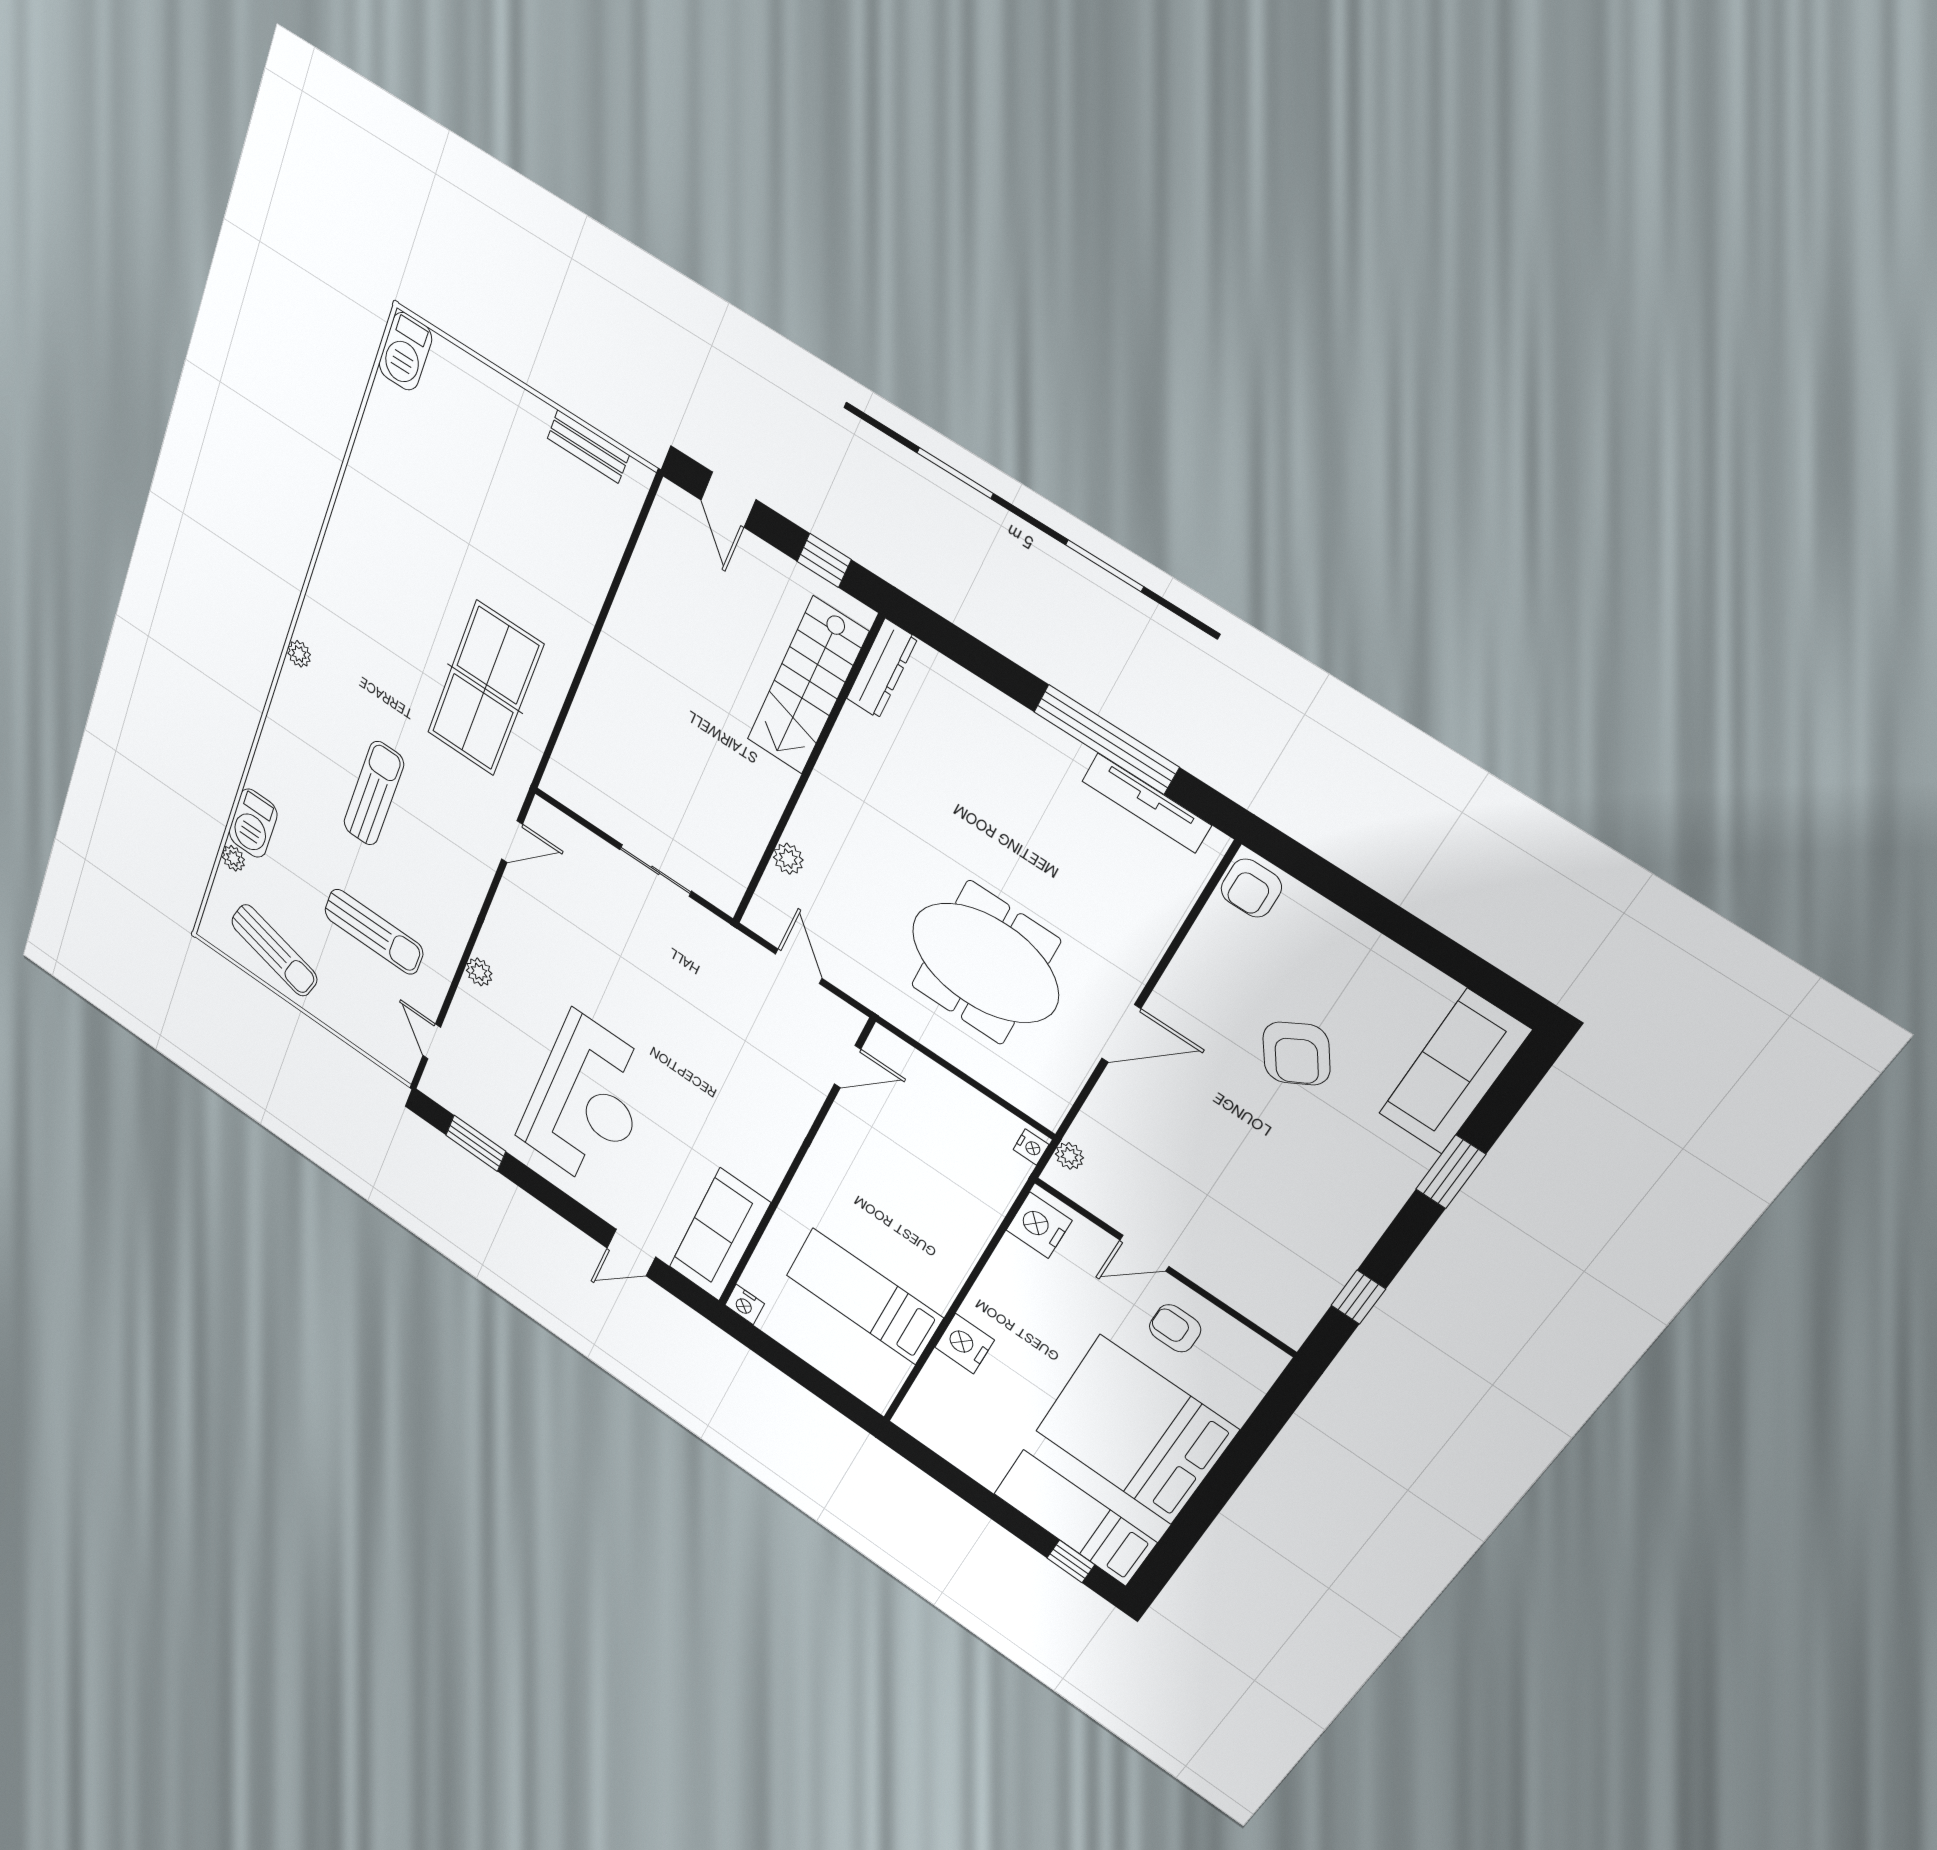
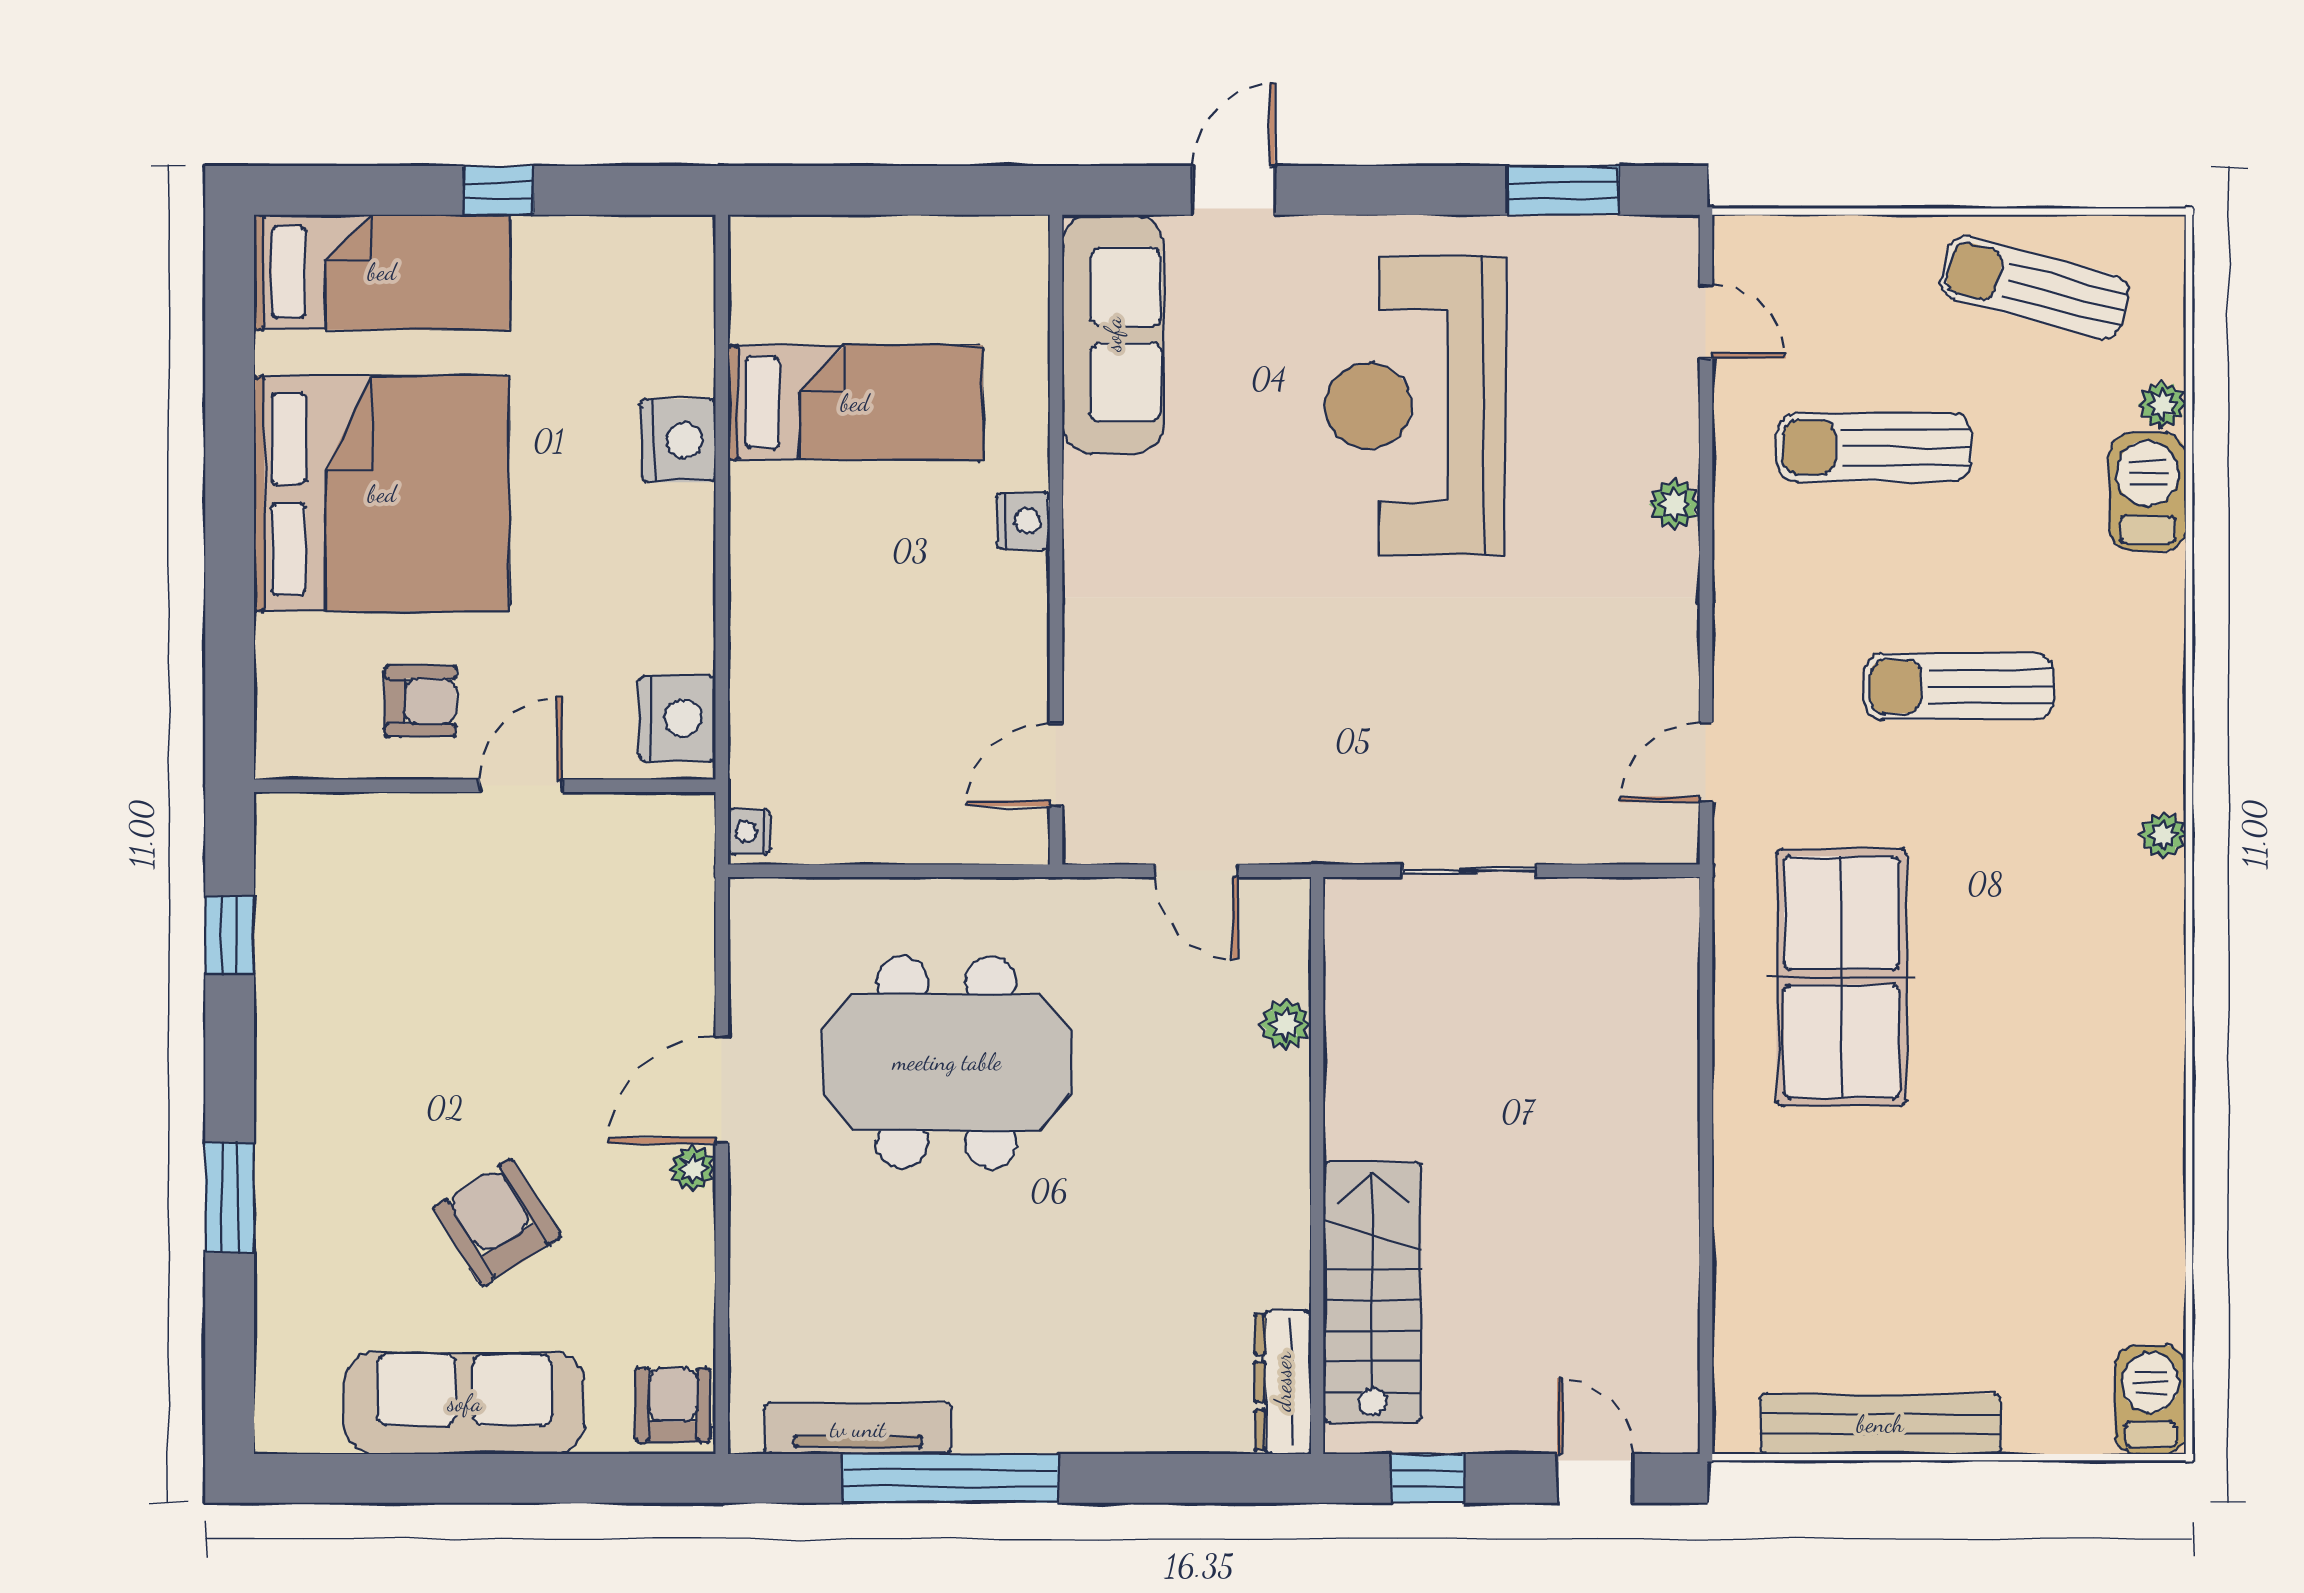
bench: (588, 447) -> (1880, 1424), width x1.86, depth x1.21
sun lounger: (374, 794) -> (1959, 687), turned 90
sofa: (1454, 1072) -> (465, 1403), moved, turned -90
plant: (1069, 1156) -> (693, 1168), moved
nightstand: (745, 1304) -> (1023, 521), moved, turned 90
window: (1071, 1561) -> (499, 190), moved

